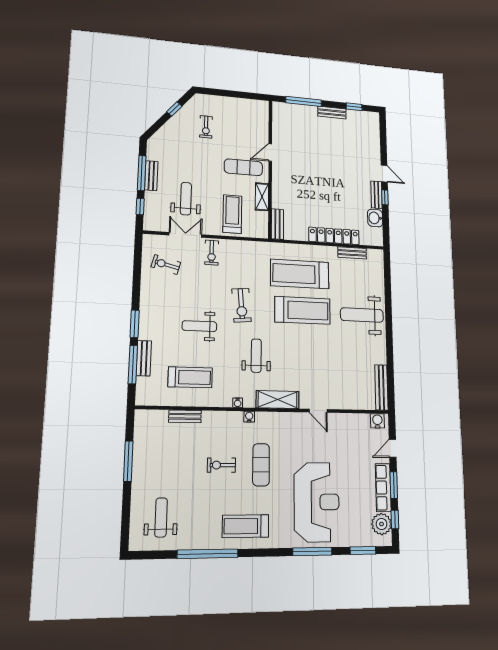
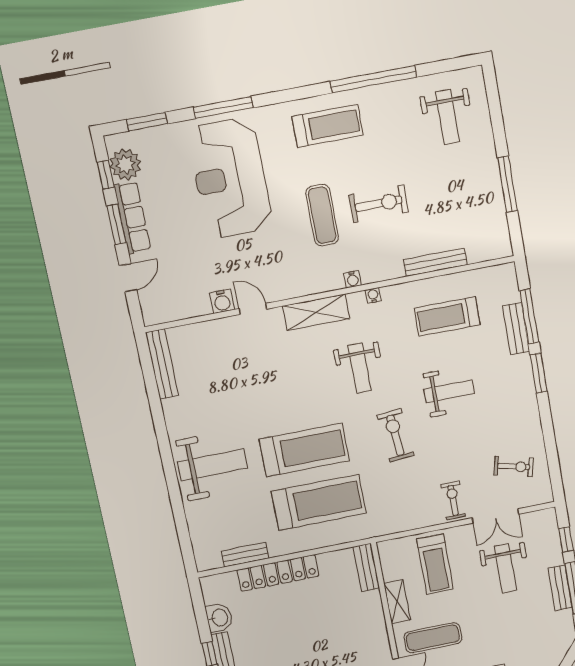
treadmill: (303, 310) -> (304, 450), turned 180
bench: (185, 416) -> (435, 262), width x1.36
water cooler: (377, 421) -> (222, 301), moved
exercise bike: (221, 465) -> (379, 204), width x1.38, depth x1.39

